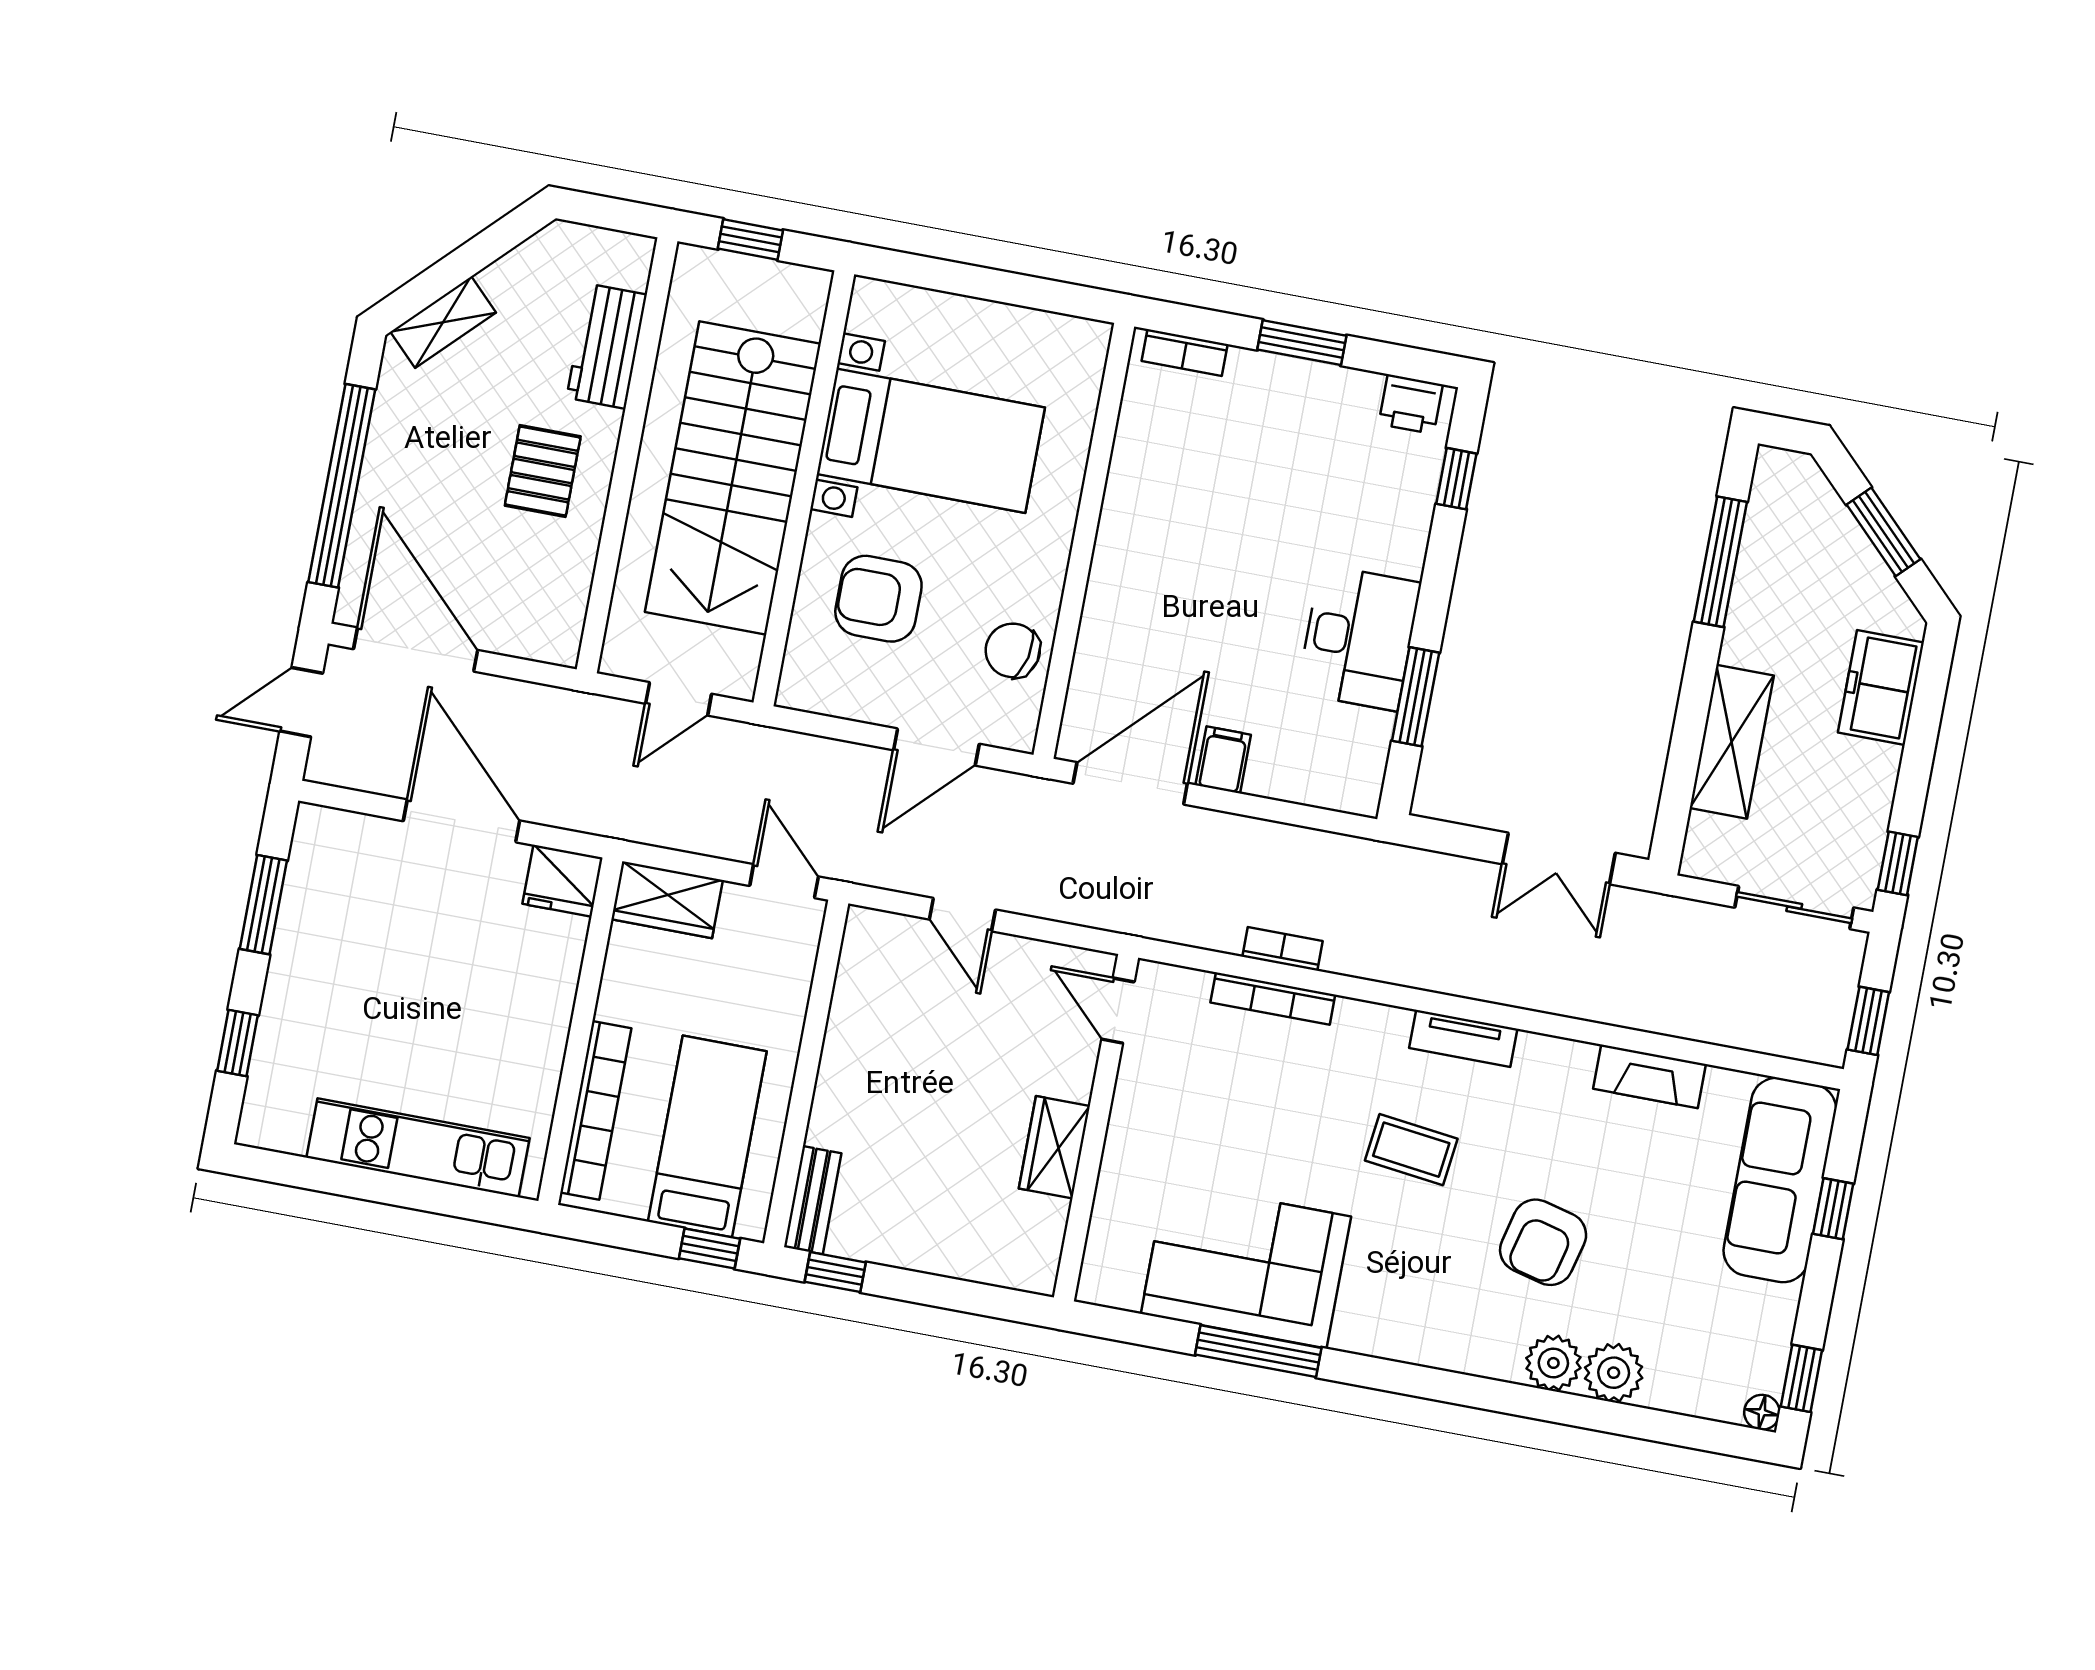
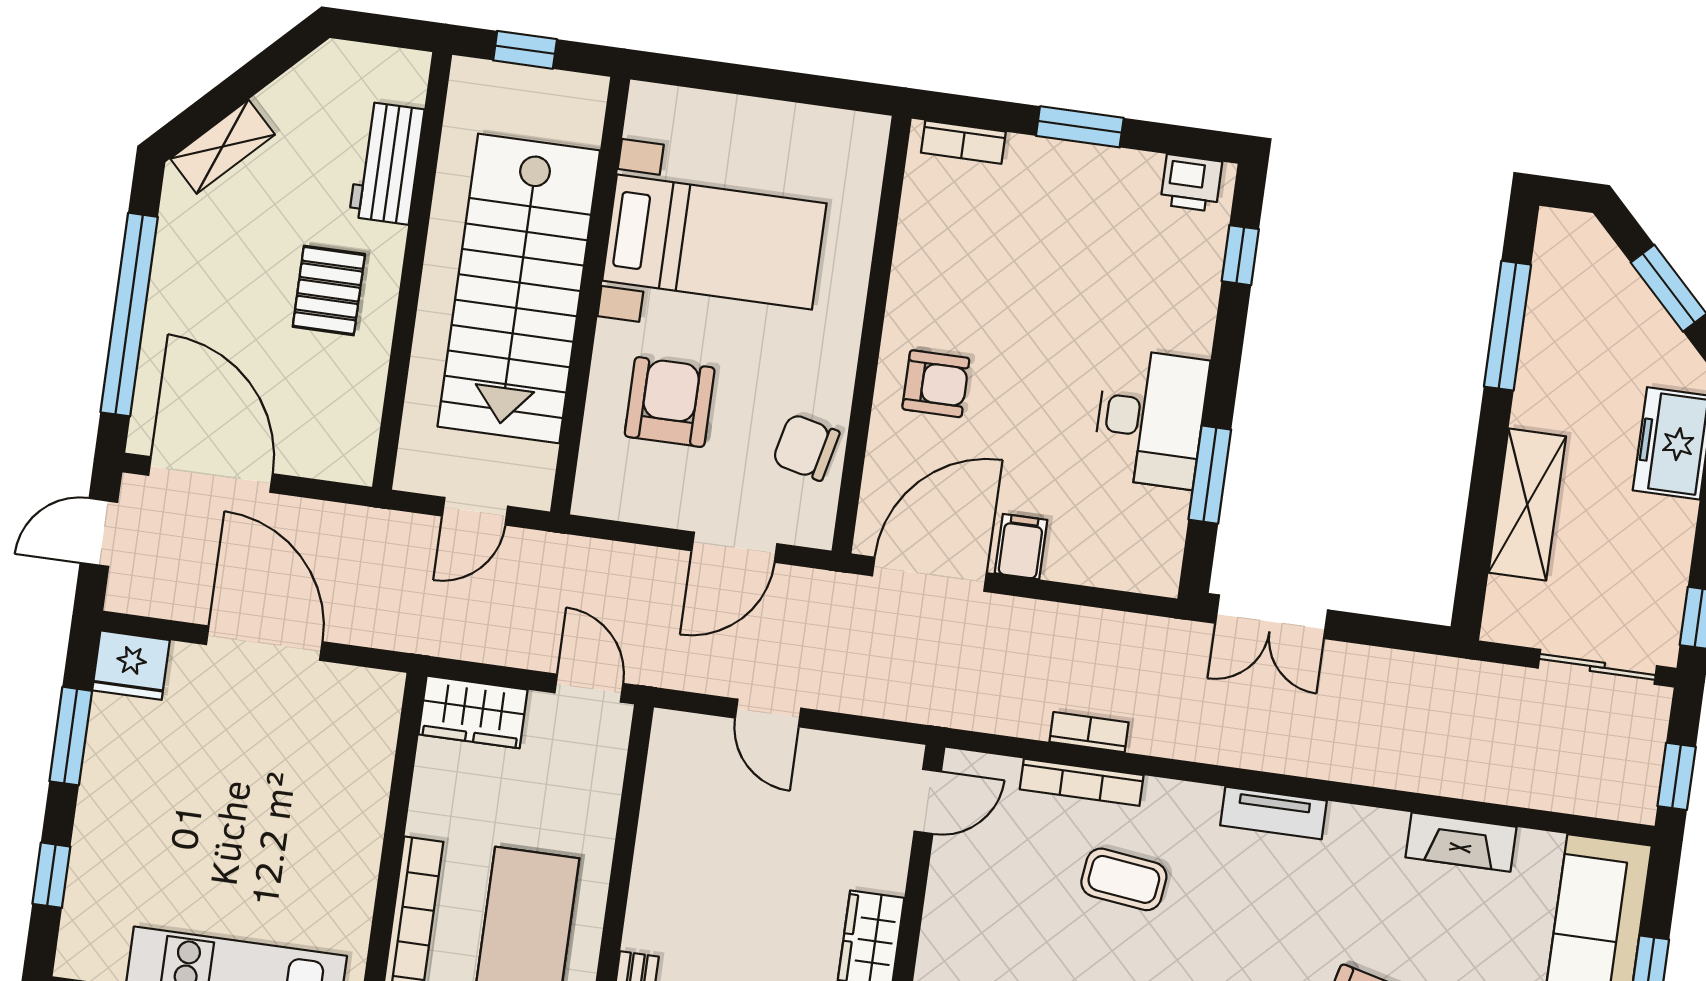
armchair: (1146, 593) -> (936, 384), added
armchair: (878, 599) -> (670, 402), turned 90
double door: (1559, 858) -> (1272, 617), moved
fridge: (562, 881) -> (131, 665), moved
door: (1118, 1011) -> (928, 802), swing flipped
coffee table: (1411, 1150) -> (1124, 879), moved

